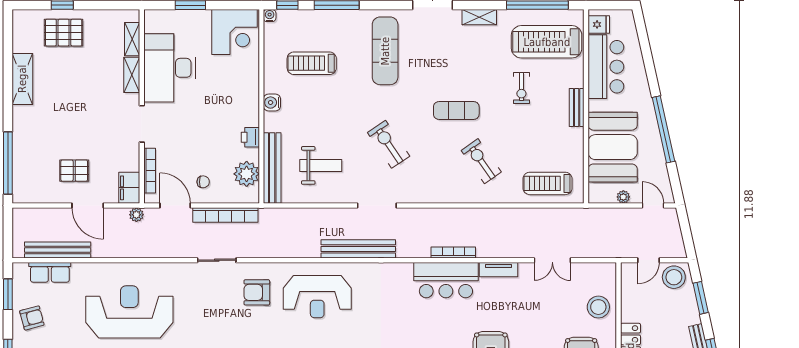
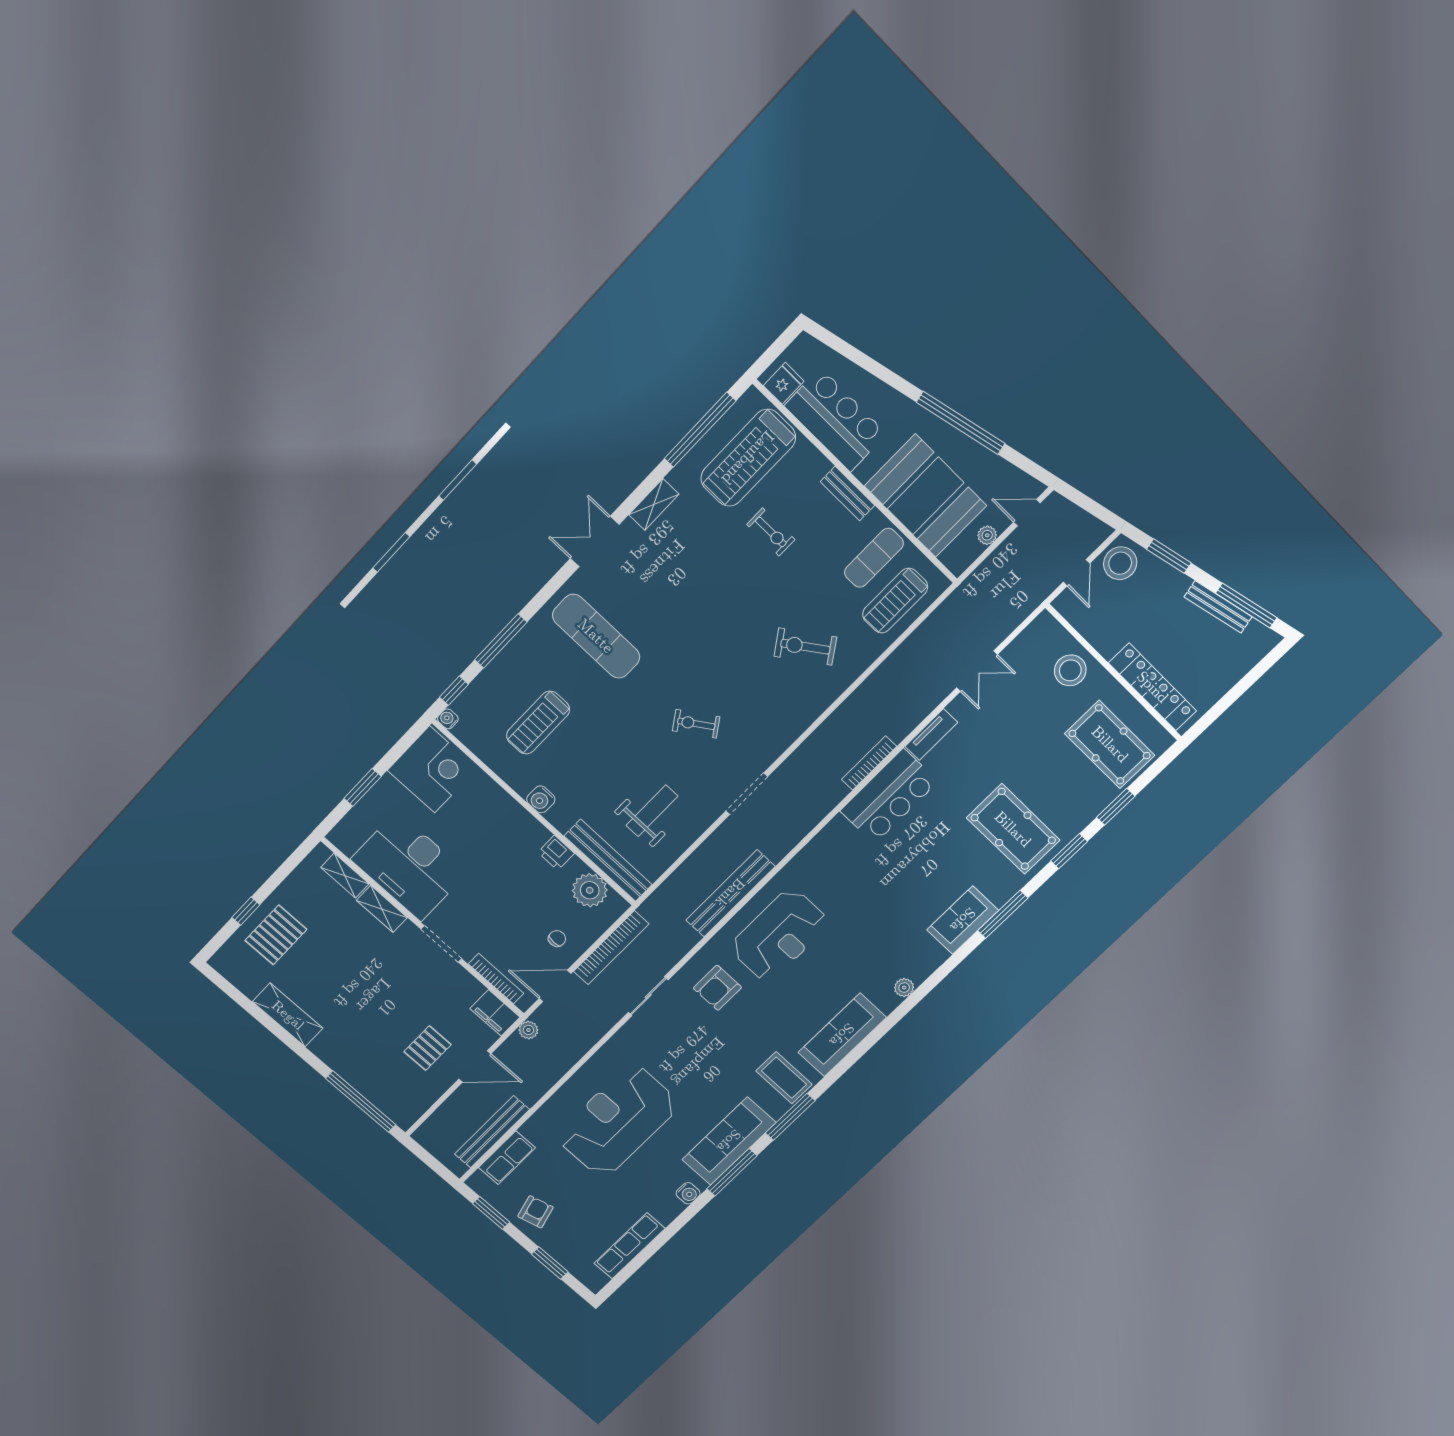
exercise mat: (456, 111) -> (874, 558), moved
exercise bike: (389, 144) -> (696, 724), width x0.73, depth x0.72
bench: (358, 249) -> (730, 893), moved

